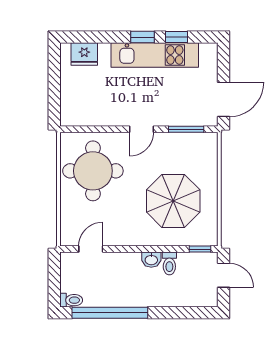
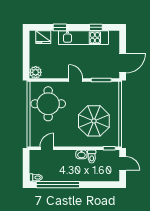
window: (143, 37) -> (60, 27), moved
plant: (71, 116) -> (36, 72), added
door: (141, 129) -> (76, 80), swing flipped

